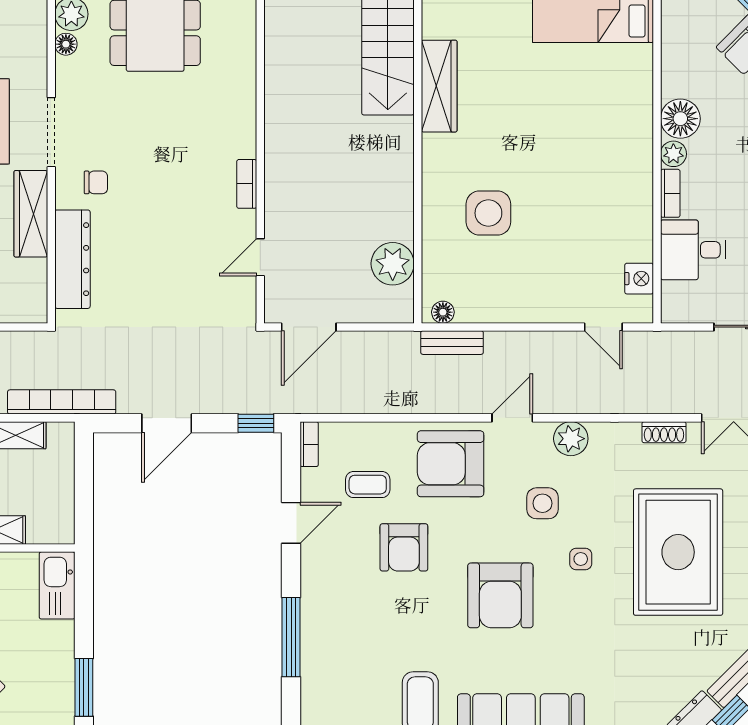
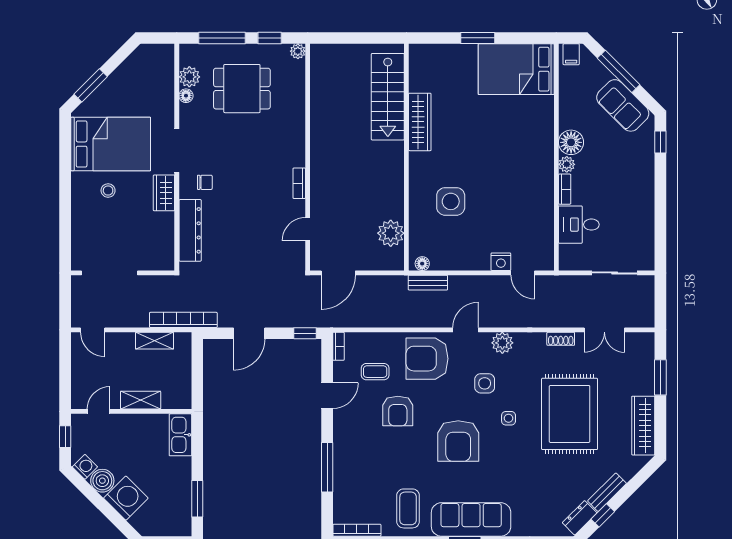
wardrobe: (31, 214) -> (164, 193), width x0.67
nightstand: (639, 279) -> (501, 262), moved, turned 90

